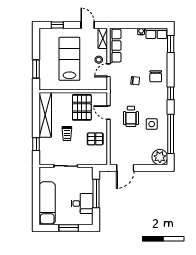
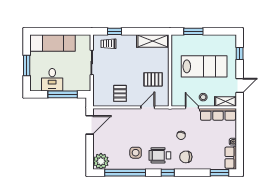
pallet: (82, 107) -> (153, 79), width x0.67, depth x0.71
shelving: (45, 115) -> (153, 41), width x0.68
wheelchair: (131, 116) -> (160, 155), moved
trolley: (67, 134) -> (108, 44), moved
door: (125, 168) -> (90, 125), swing flipped

